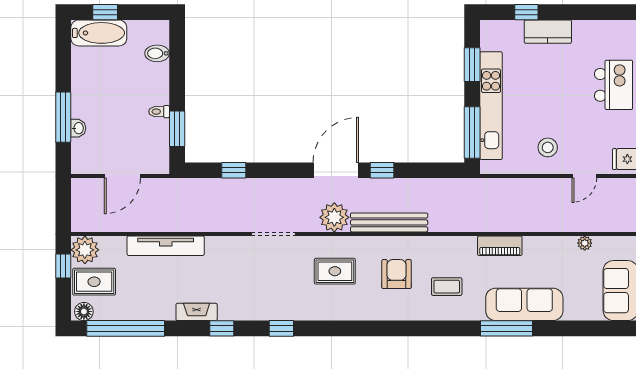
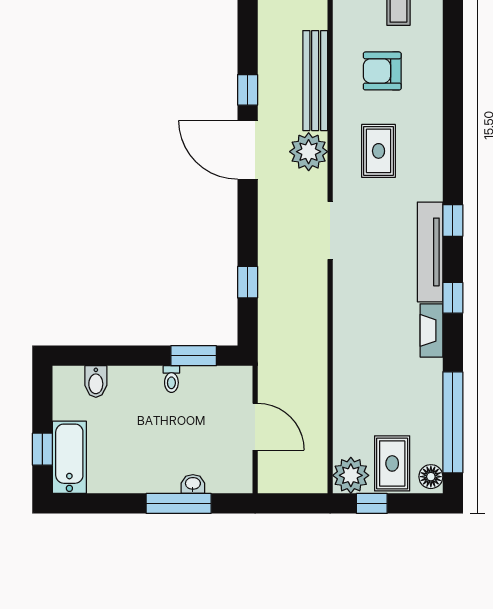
tv unit: (166, 246) -> (430, 252), moved, turned 180

